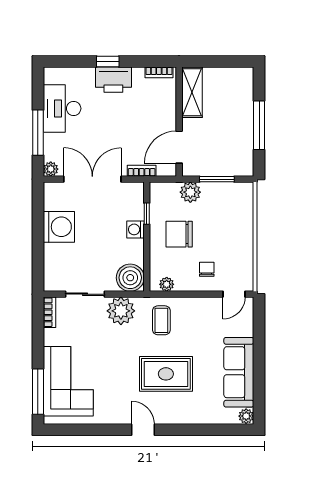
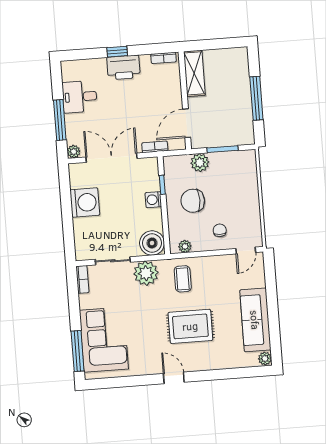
desk: (62, 108) -> (80, 97), width x0.73

